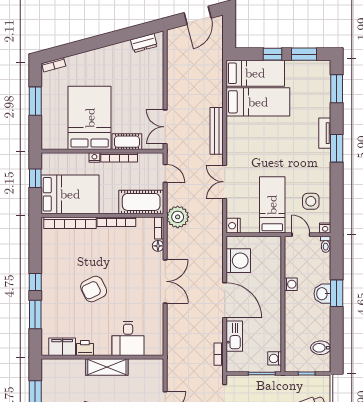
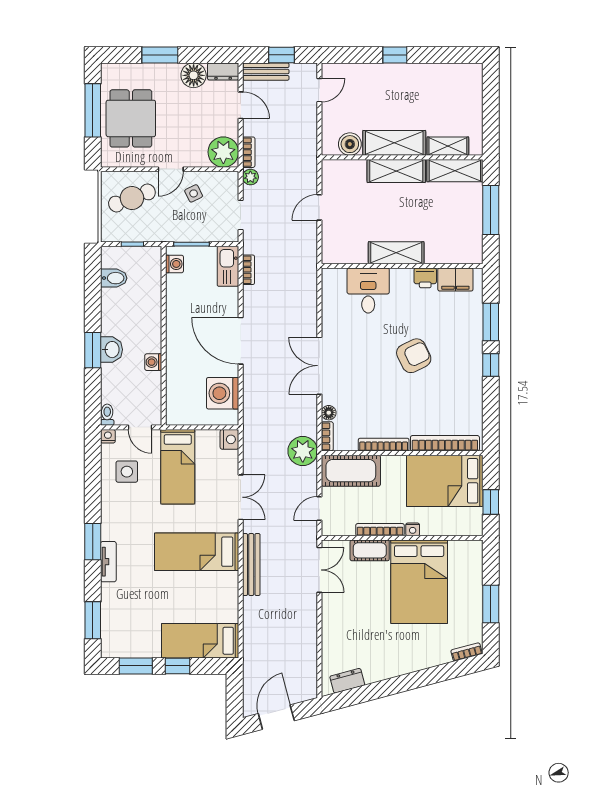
bed: (258, 102) -> (197, 552), moved
door: (165, 173) -> (319, 509), hinge flipped
kitchen sink: (234, 336) -> (228, 266), moved

